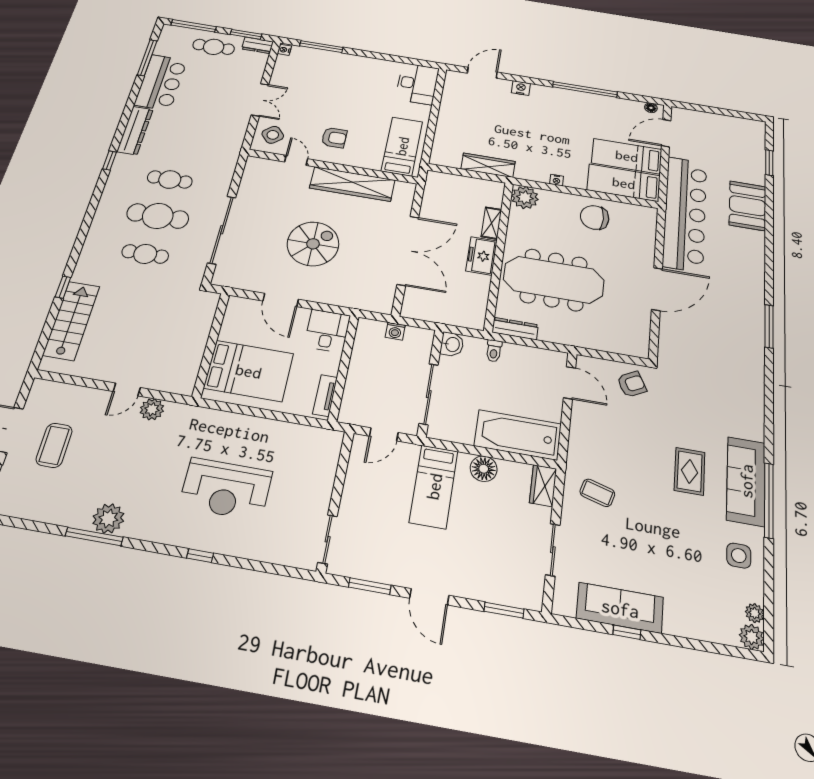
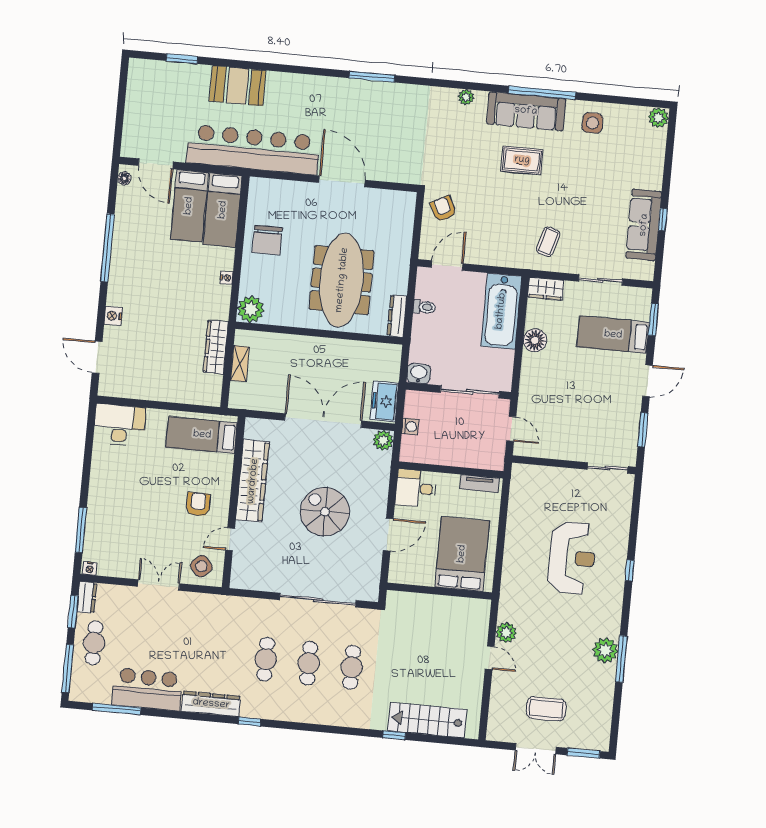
cafe table: (158, 216) -> (309, 663), width x0.73, depth x0.74
shelving: (491, 223) -> (240, 364), moved, turned 90
freezer: (481, 256) -> (384, 401), moved, turned 90
plant: (382, 304) -> (383, 440), added
toilet: (494, 351) -> (424, 307), moved
bed: (434, 486) -> (613, 335), moved, turned 180
plant: (755, 613) -> (466, 97), moved

